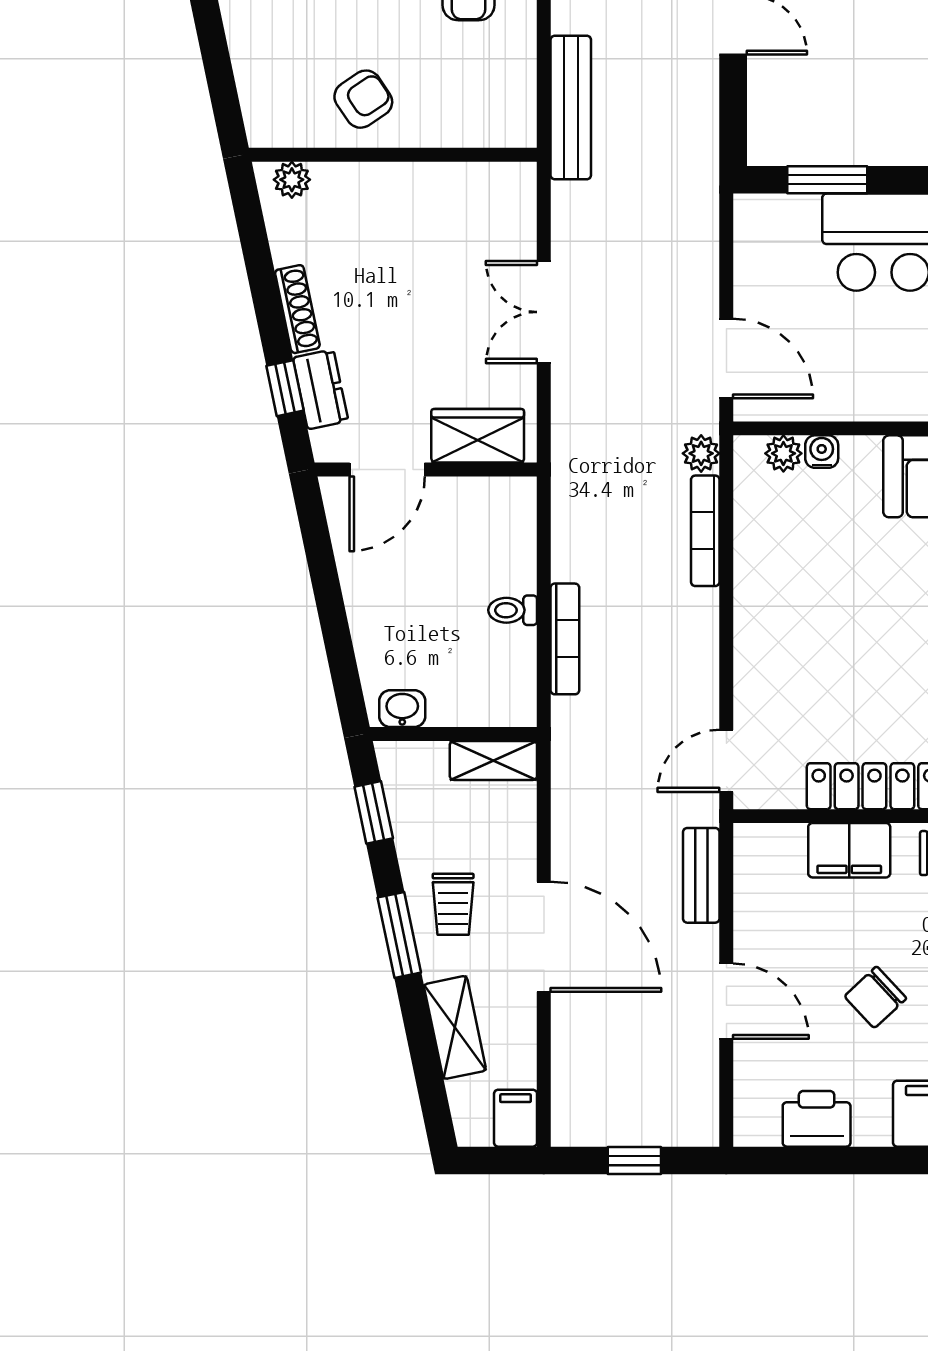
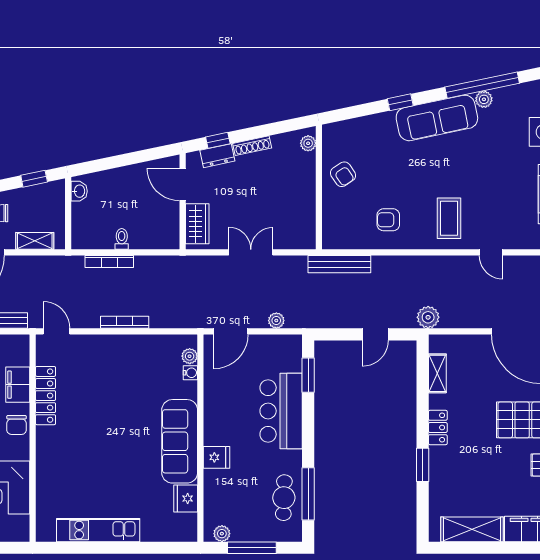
plant: (701, 453) -> (276, 320), moved
bookcase: (705, 531) -> (125, 322), moved
shelving: (493, 760) -> (35, 241), moved, turned 90

